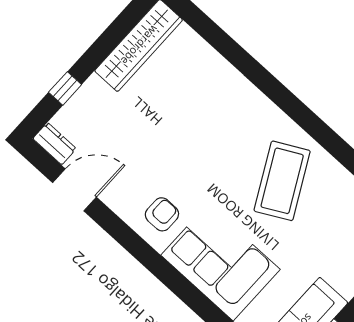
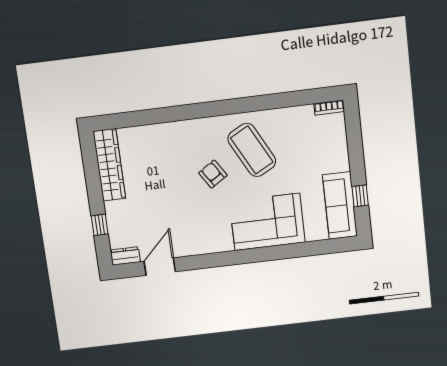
armchair: (162, 214) -> (213, 174), moved, turned -33

